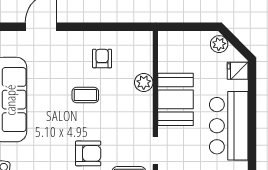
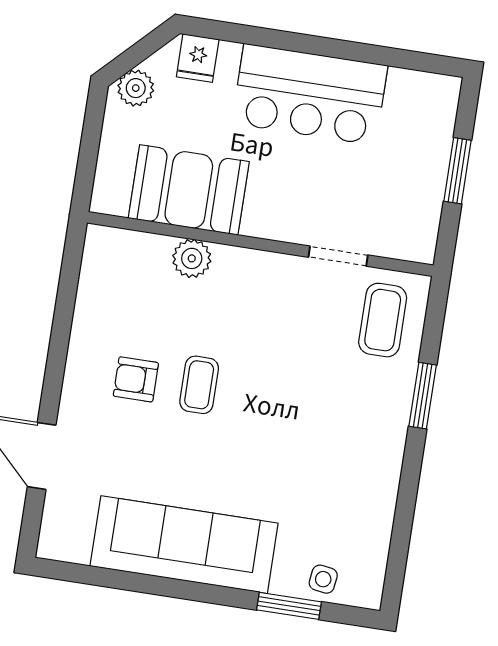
armchair: (102, 59) -> (136, 379), moved
booth: (175, 99) -> (189, 190), moved
armchair: (88, 153) -> (322, 398), removed

